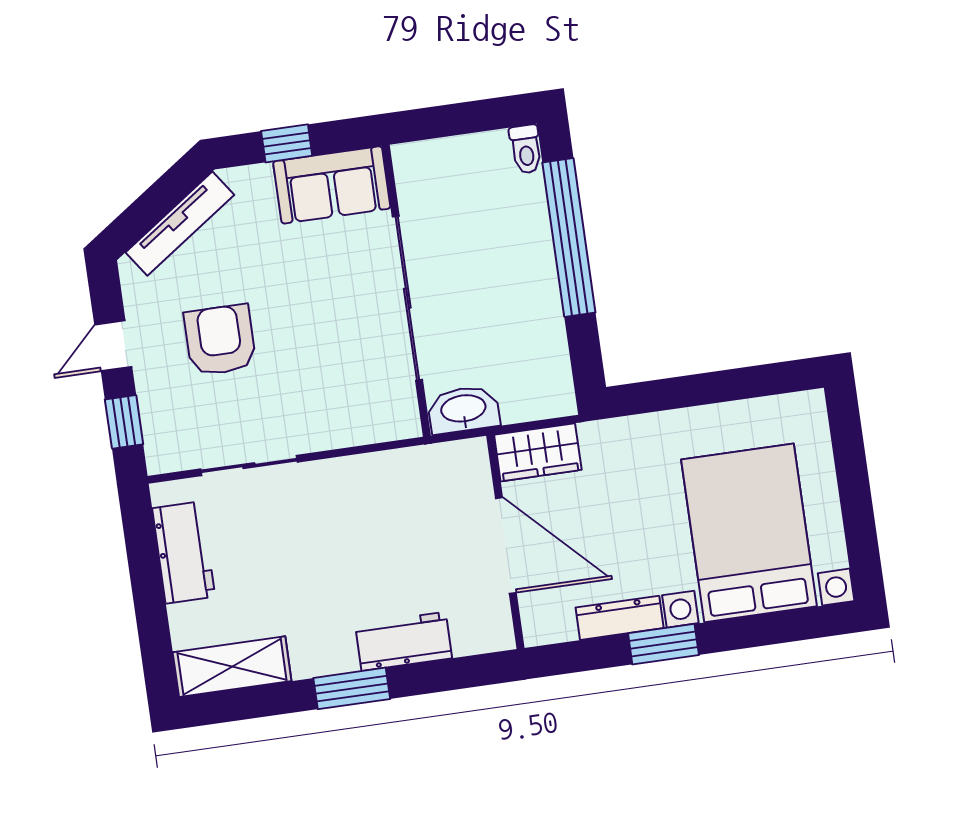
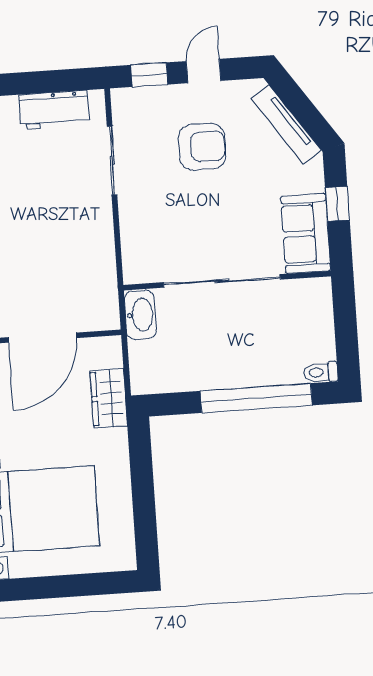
door: (113, 346) -> (204, 71), hinge flipped
wardrobe: (538, 452) -> (109, 398), moved

